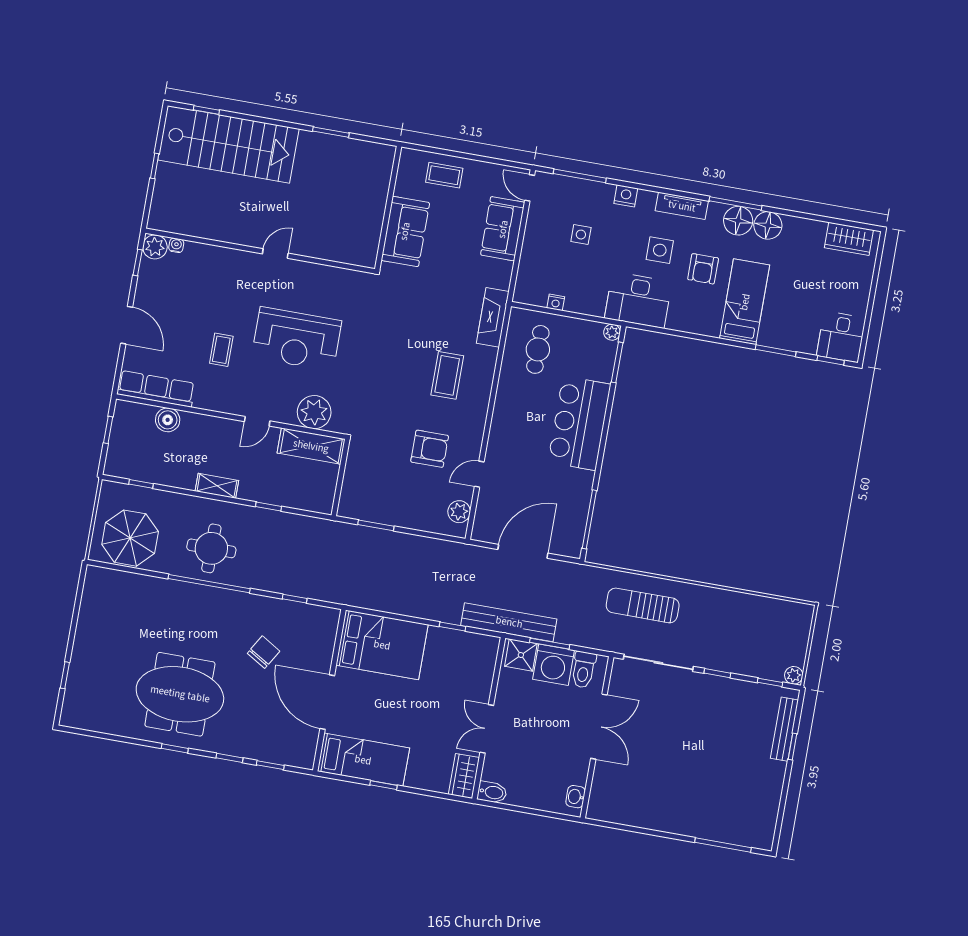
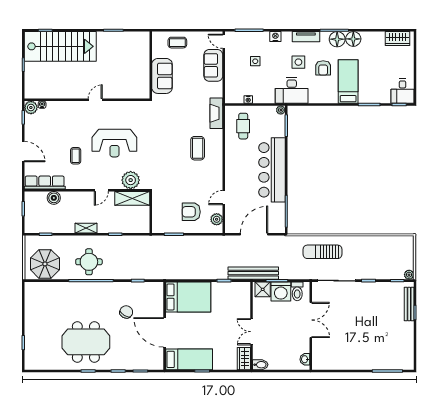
bar counter: (579, 423) -> (272, 170), width x1.36
armchair: (430, 449) -> (191, 212), moved, turned 180

